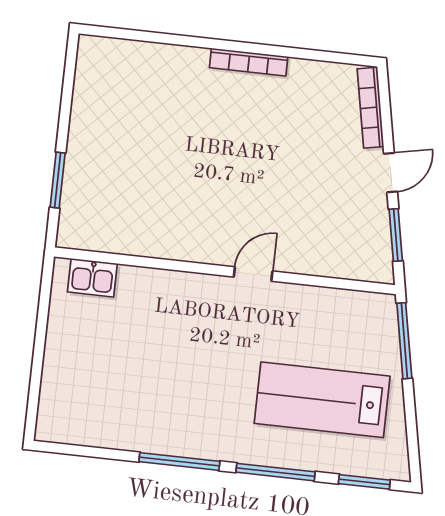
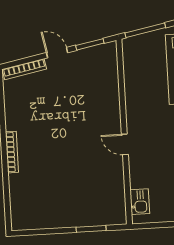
bookcase: (249, 62) -> (12, 152), moved
door: (253, 274) -> (125, 144), moved

